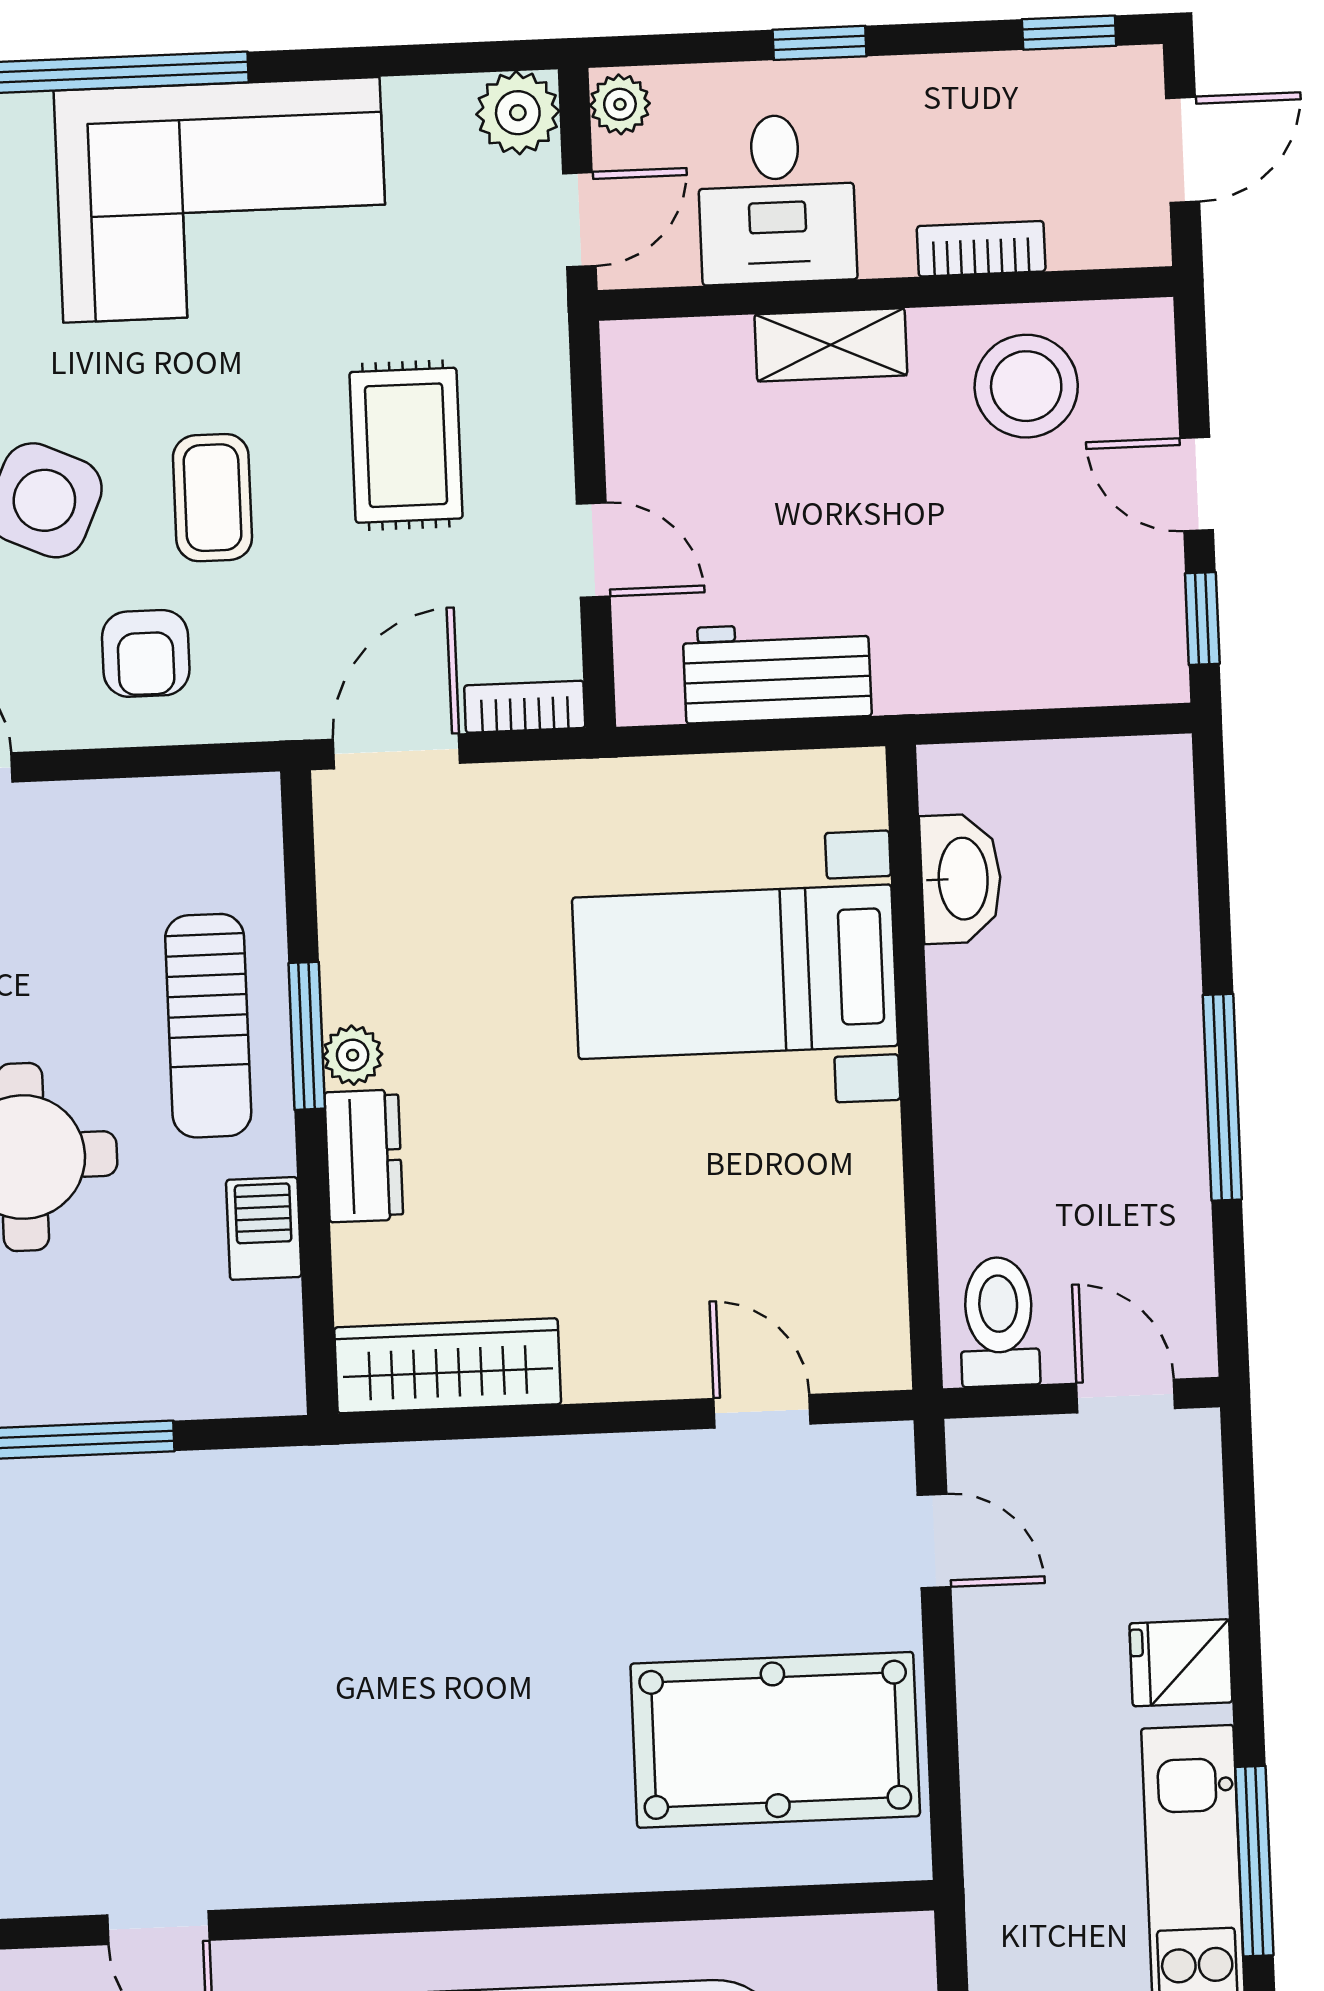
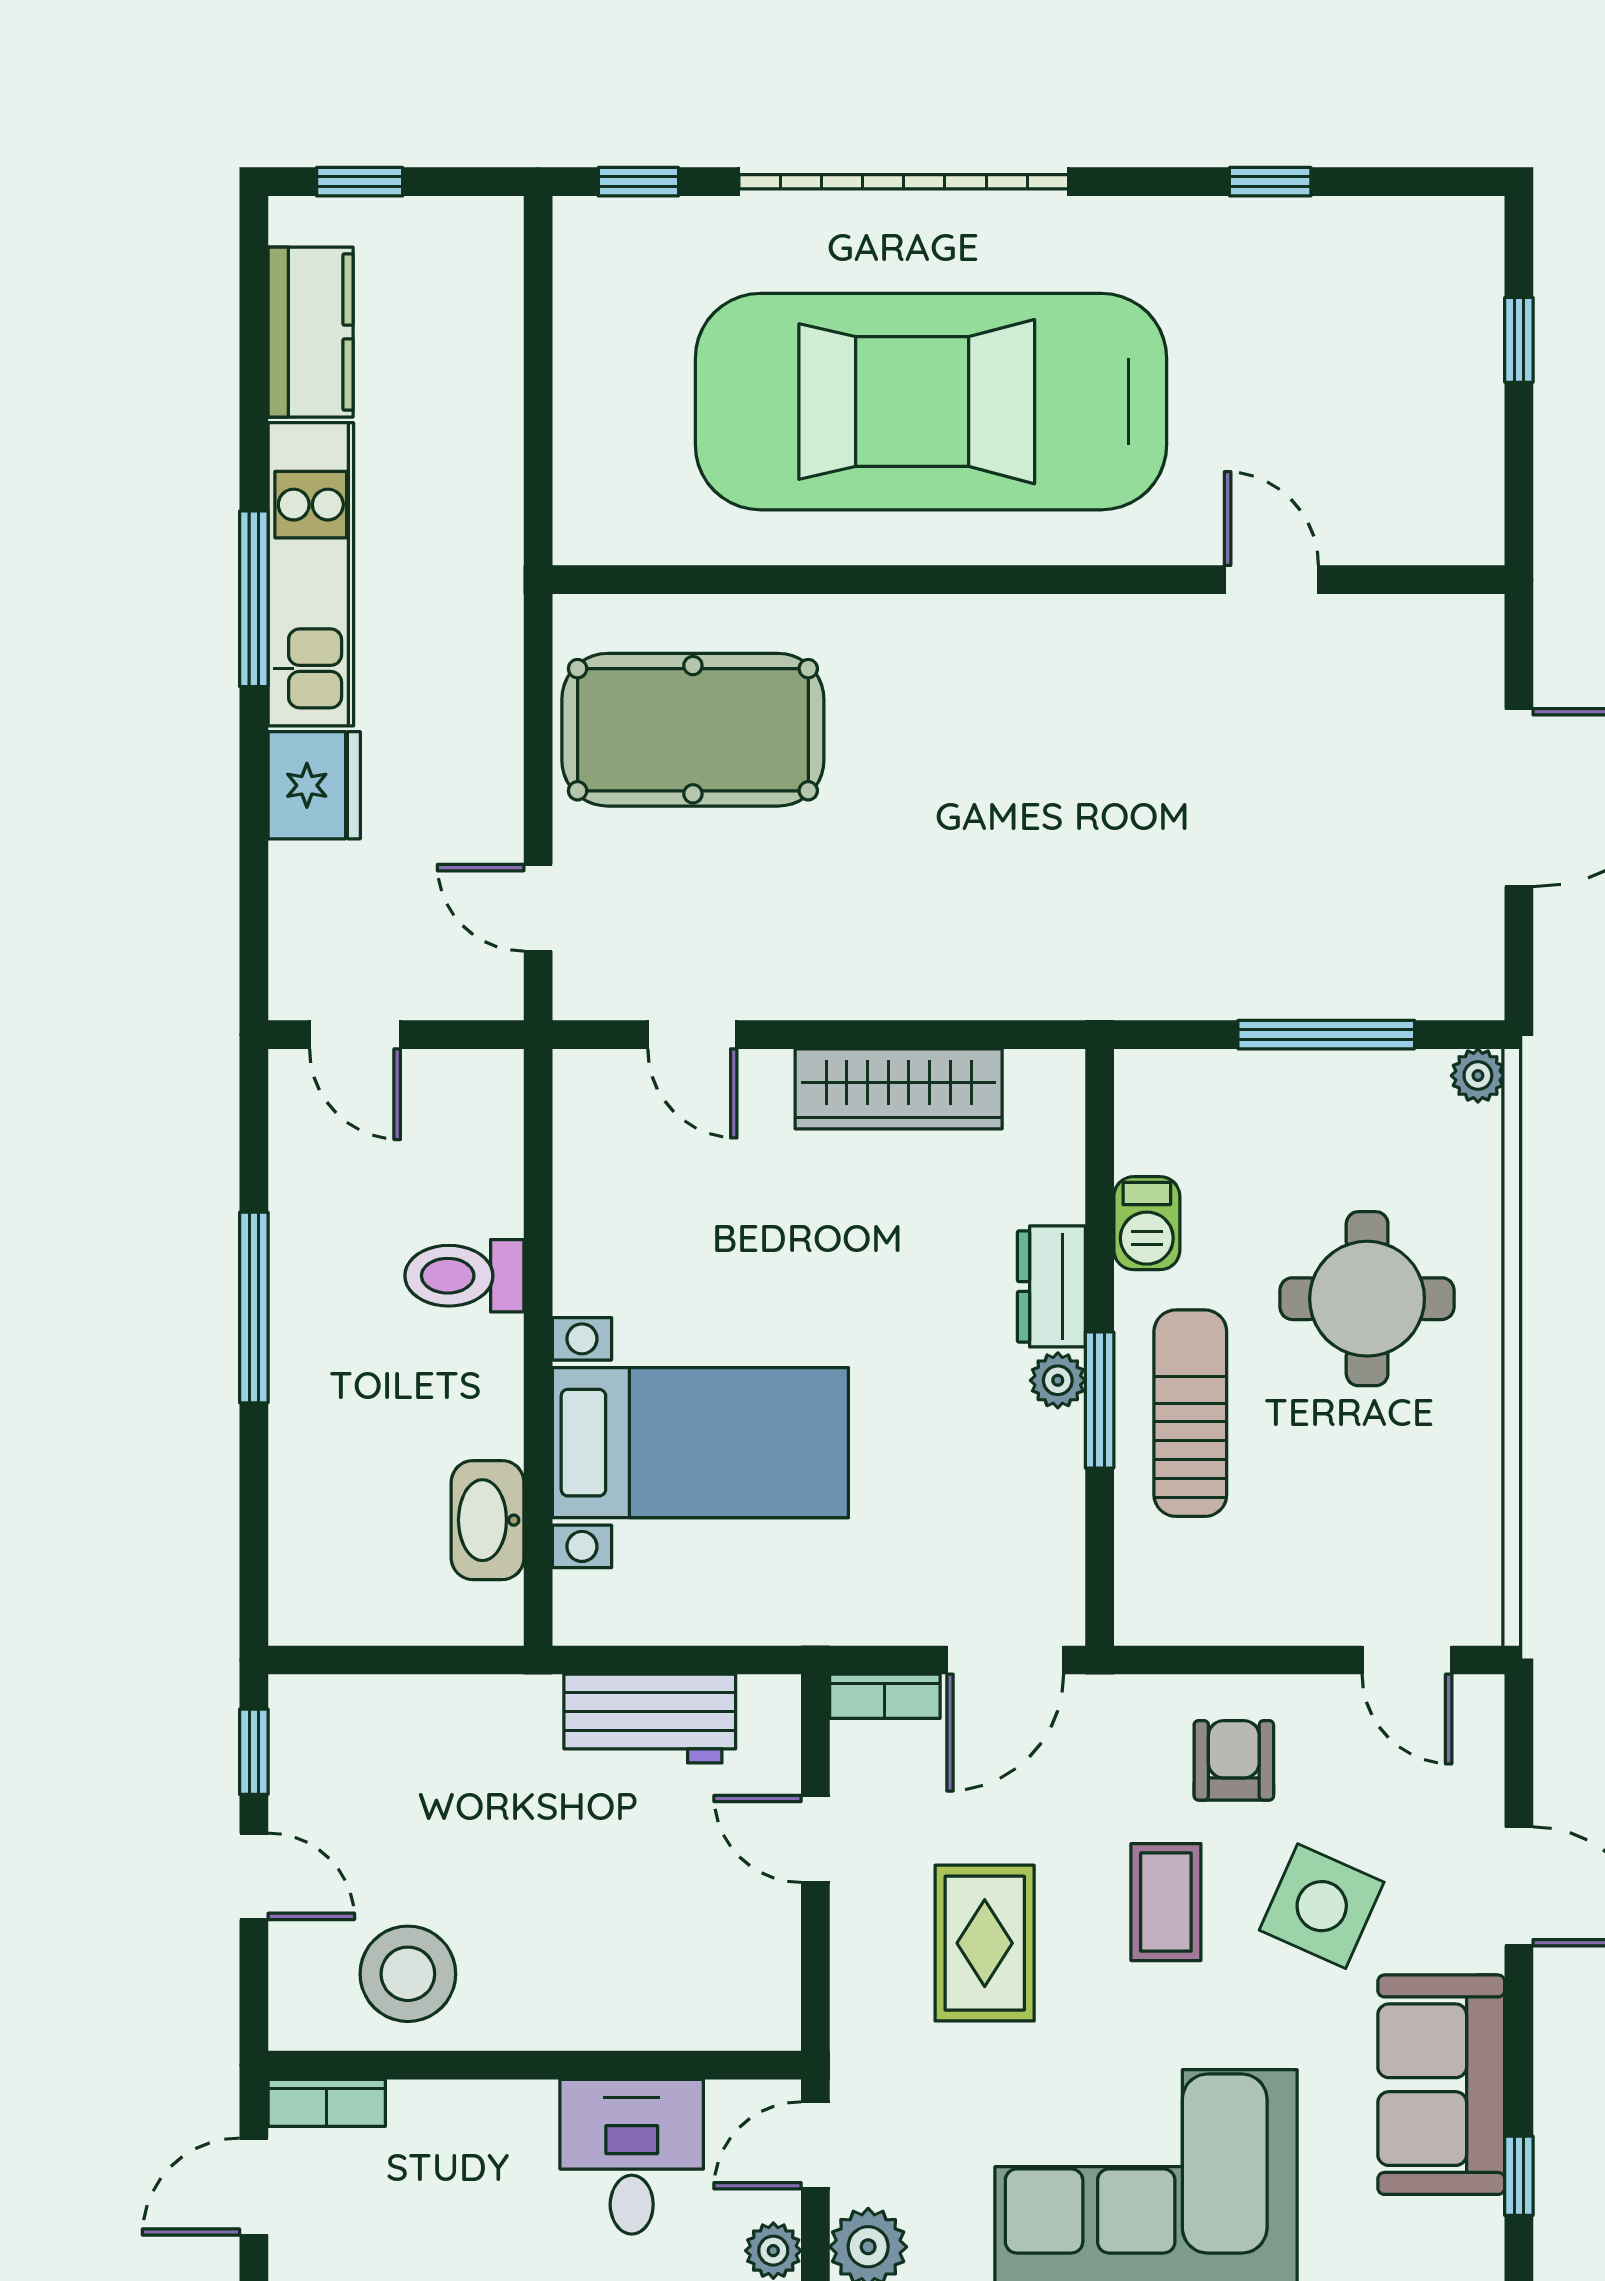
bookcase: (981, 249) -> (327, 2103), moved
shelving: (831, 345) -> (587, 2020), removed
toilet: (999, 1322) -> (464, 1276), moved, turned 90
wardrobe: (448, 1366) -> (899, 1089), moved
fridge: (1181, 1663) -> (314, 785), width x1.38

